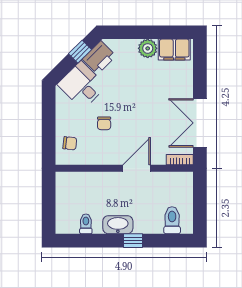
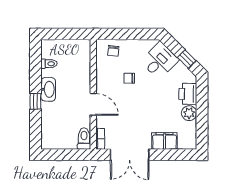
filing cabinet: (174, 50) -> (165, 141), moved, turned 90
printer: (99, 57) -> (188, 94), moved, turned 45
double door: (200, 123) -> (130, 155), swing flipped
toilet: (172, 220) -> (84, 139), moved, turned -90

